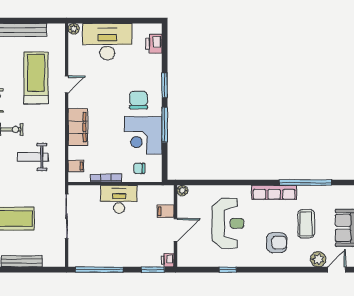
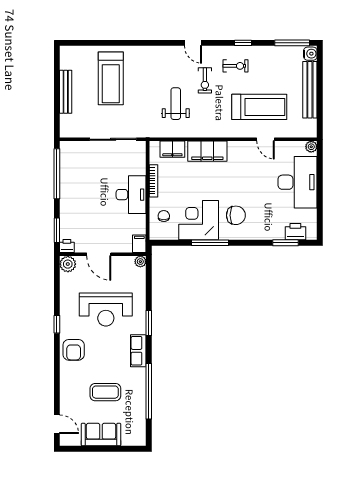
door: (67, 84) -> (266, 139), moved
window: (165, 85) -> (285, 243), moved
filing cabinet: (76, 166) -> (172, 149), width x2.00
window: (241, 183) -> (149, 323), added
row of seats: (274, 192) -> (138, 351), width x0.68
filing cabinet: (165, 211) -> (139, 244), moved
armchair: (277, 243) -> (74, 350), moved
plant: (318, 259) -> (68, 264), moved
window: (228, 270) -> (57, 324), moved

